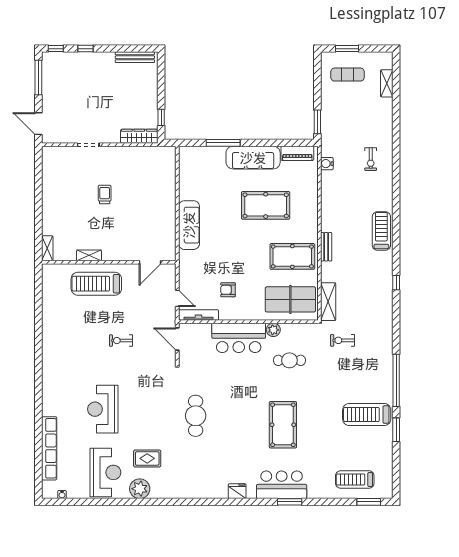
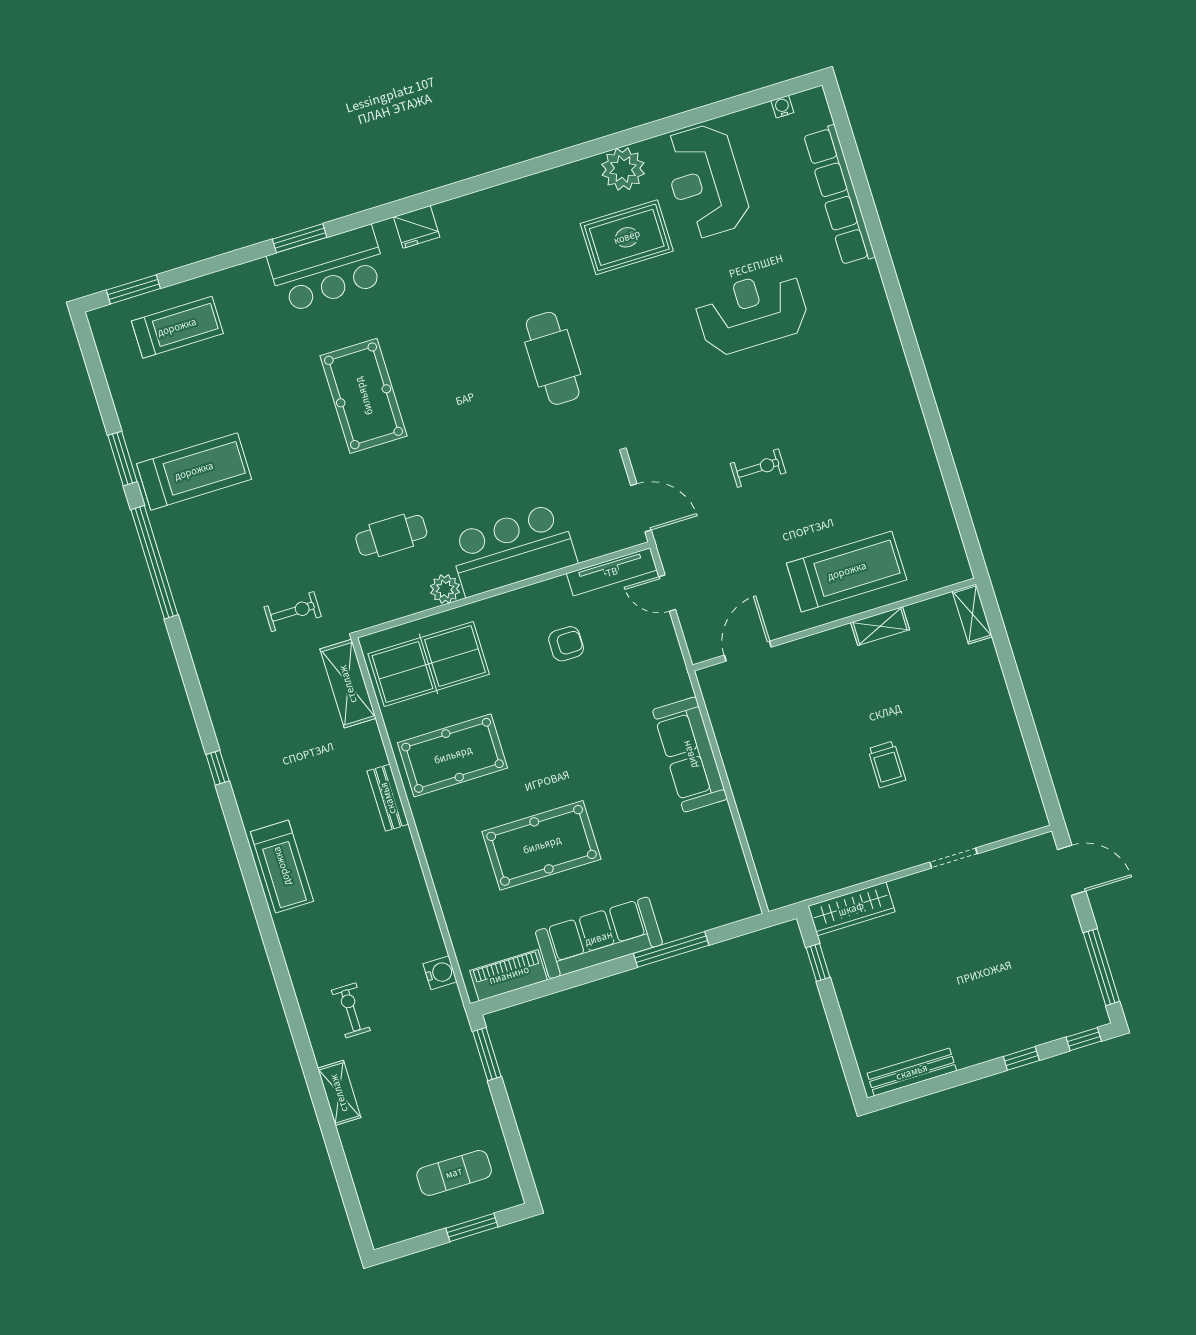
shelving: (387, 83) -> (339, 1093), moved
reception desk: (103, 409) -> (752, 312), turned -90
rug: (147, 458) -> (627, 237), width x1.36, depth x1.43

